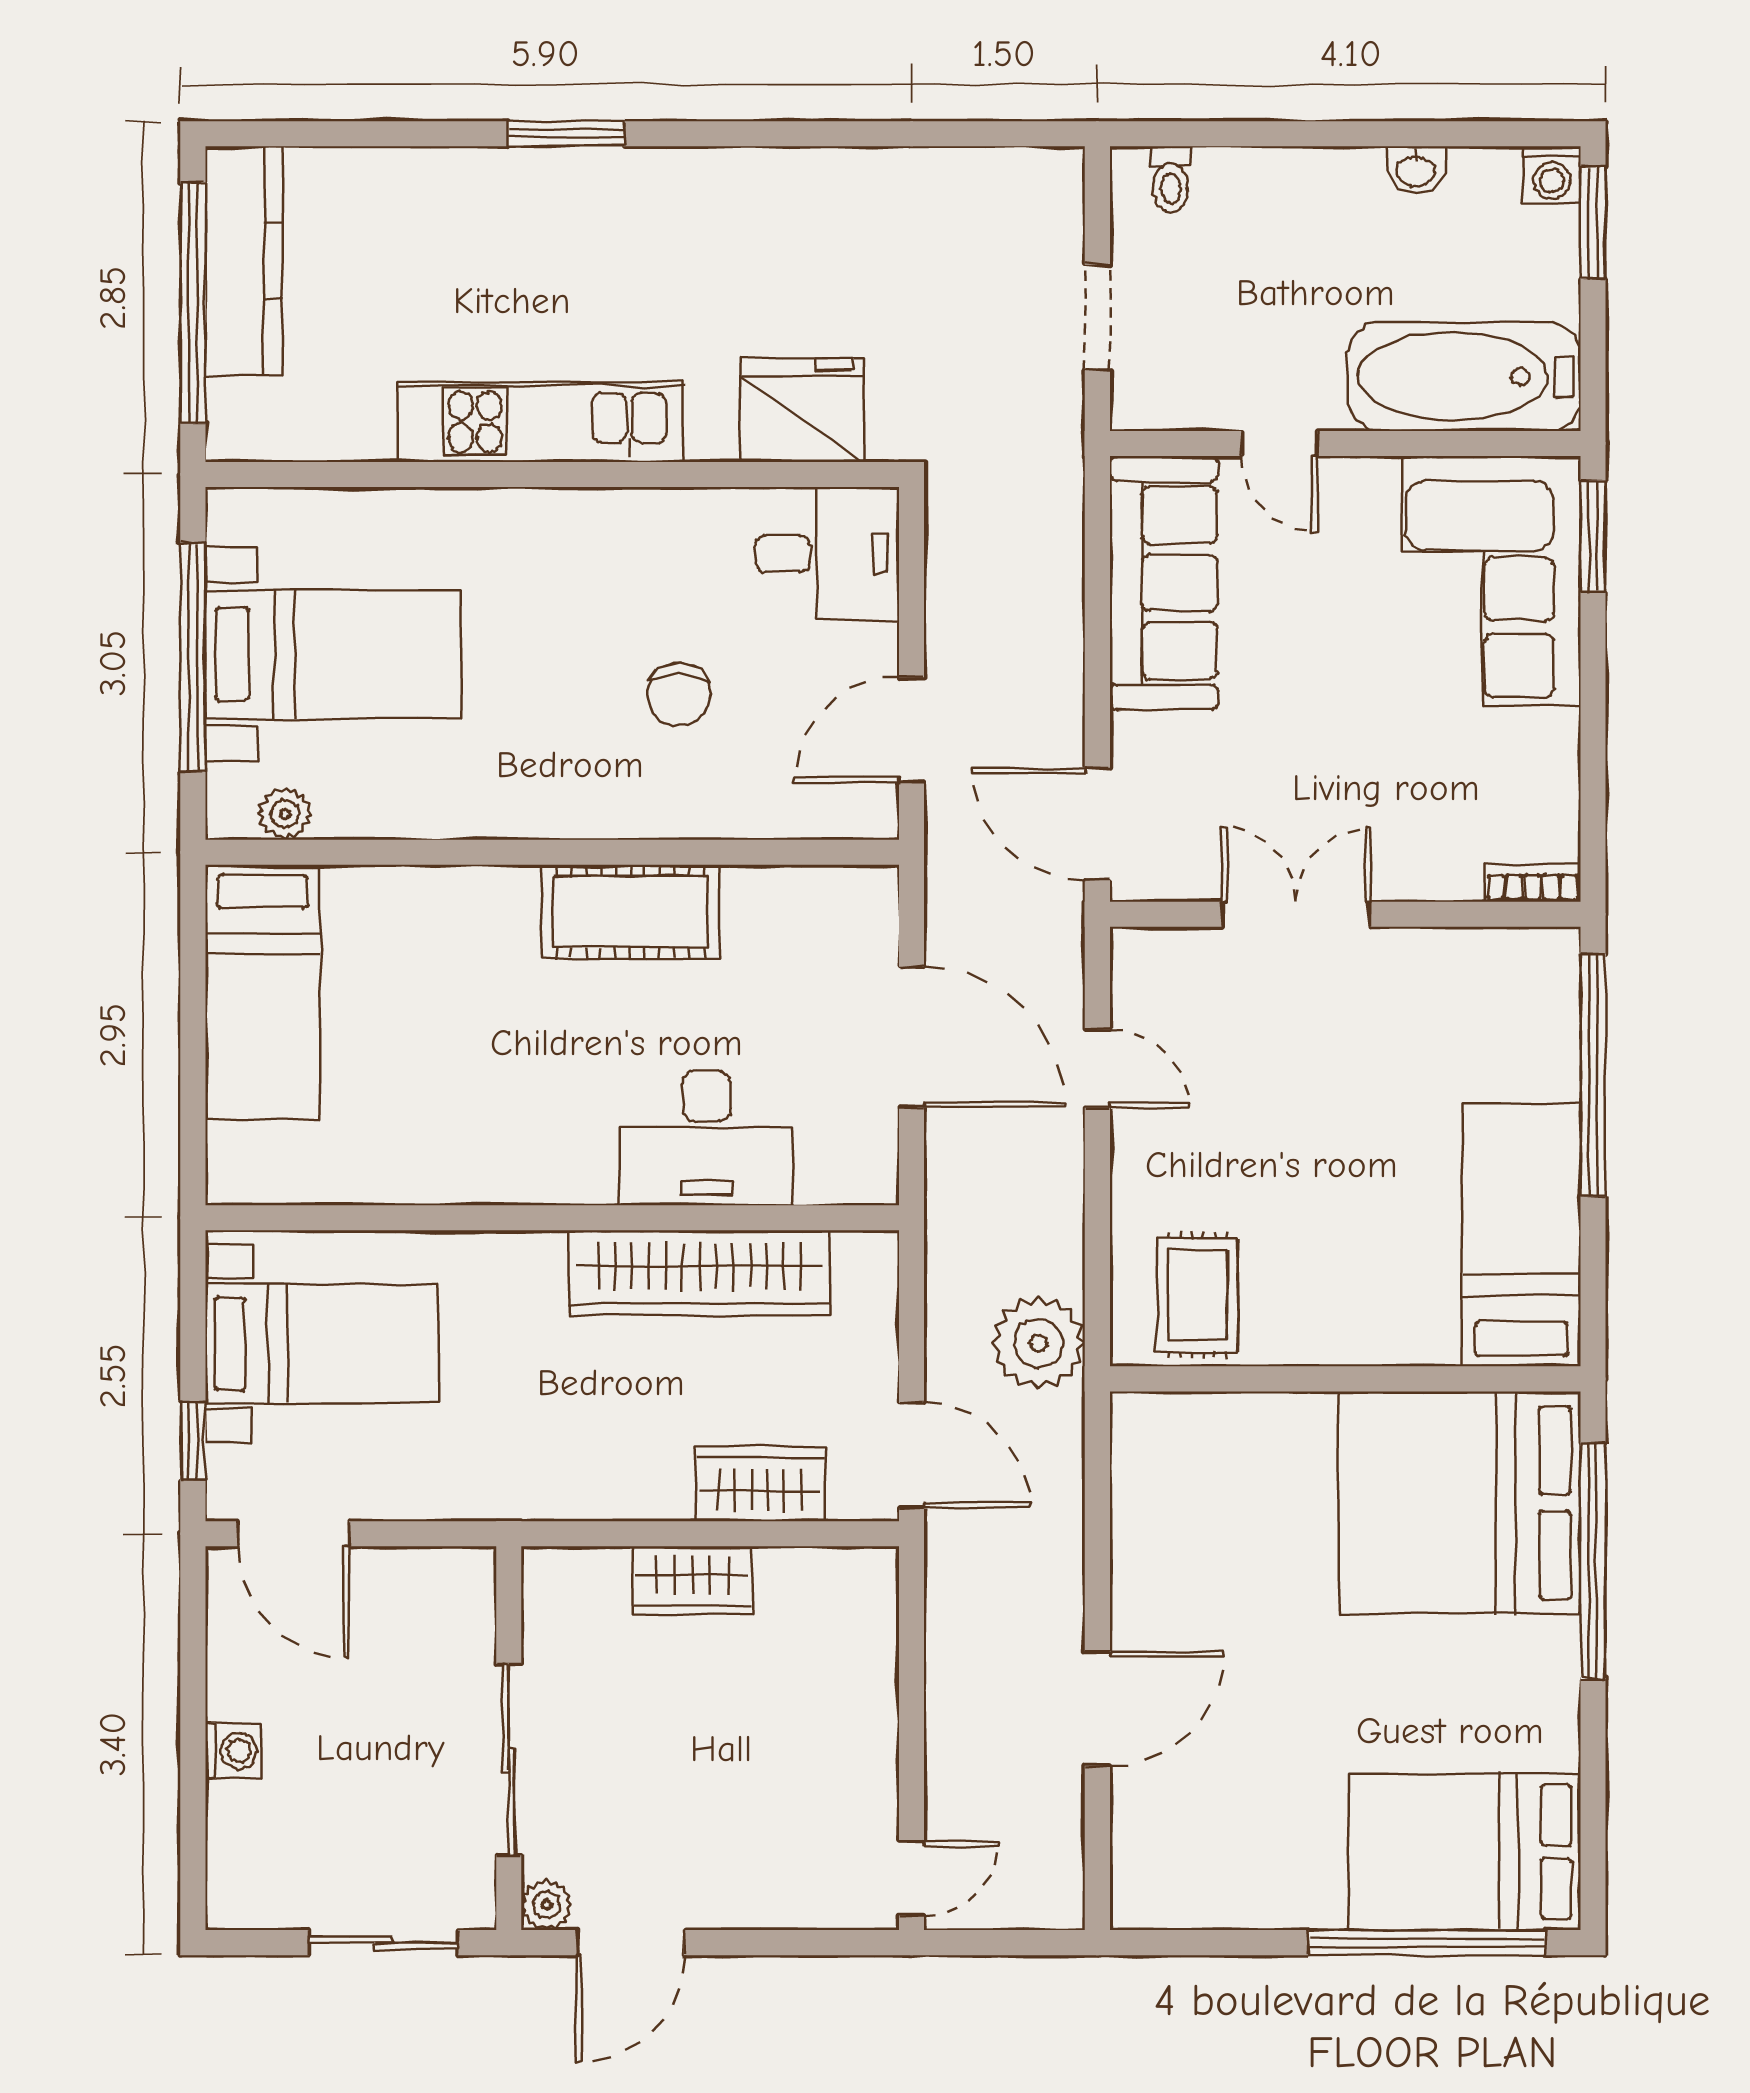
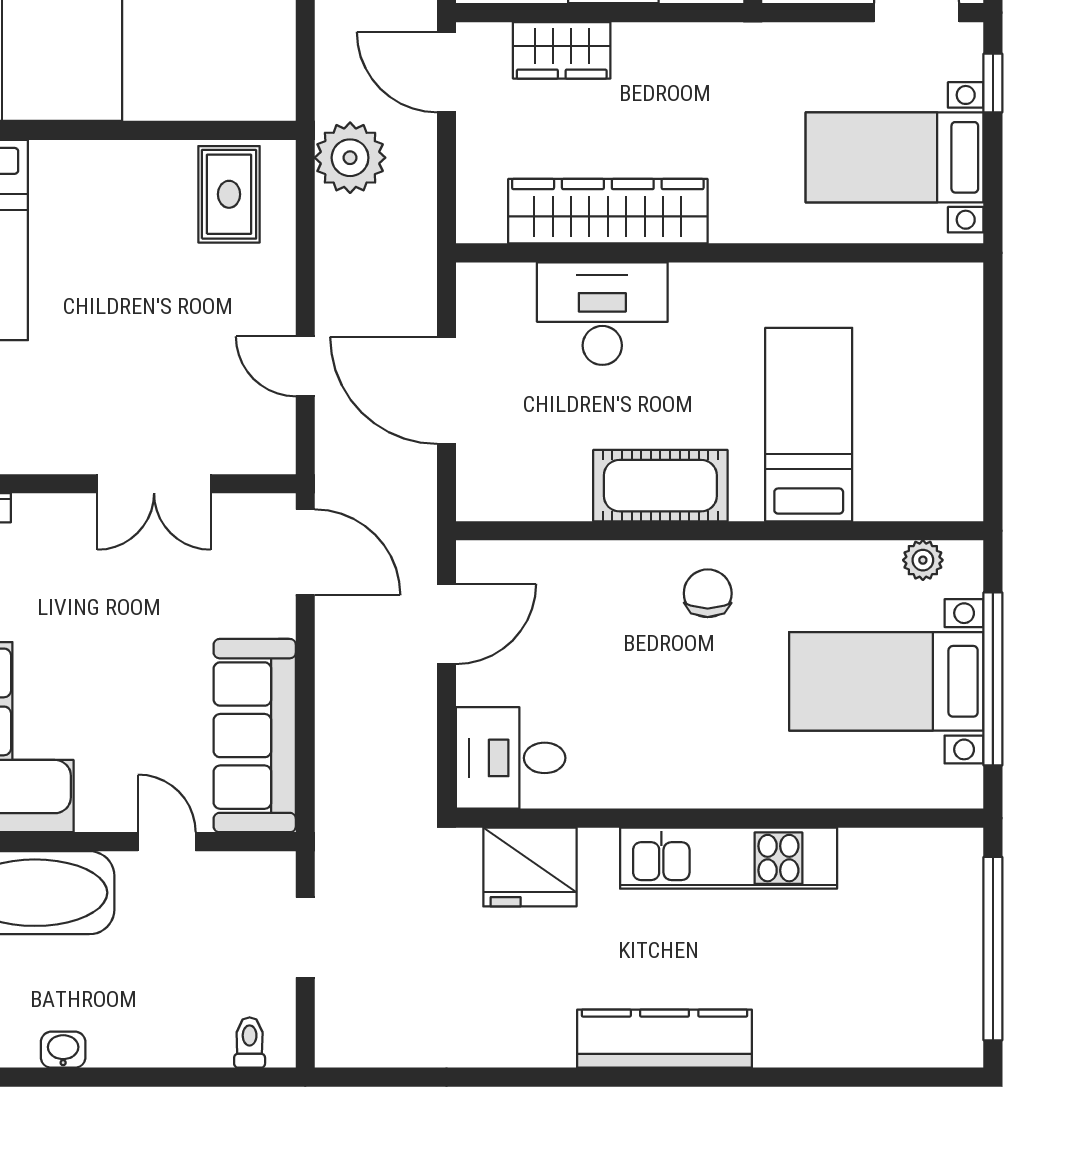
window: (566, 134) -> (709, 1077), removed
kitchen counter: (244, 261) -> (665, 1039), moved, turned 90
chair: (679, 694) -> (708, 593), moved
bed: (263, 992) -> (809, 425), moved

